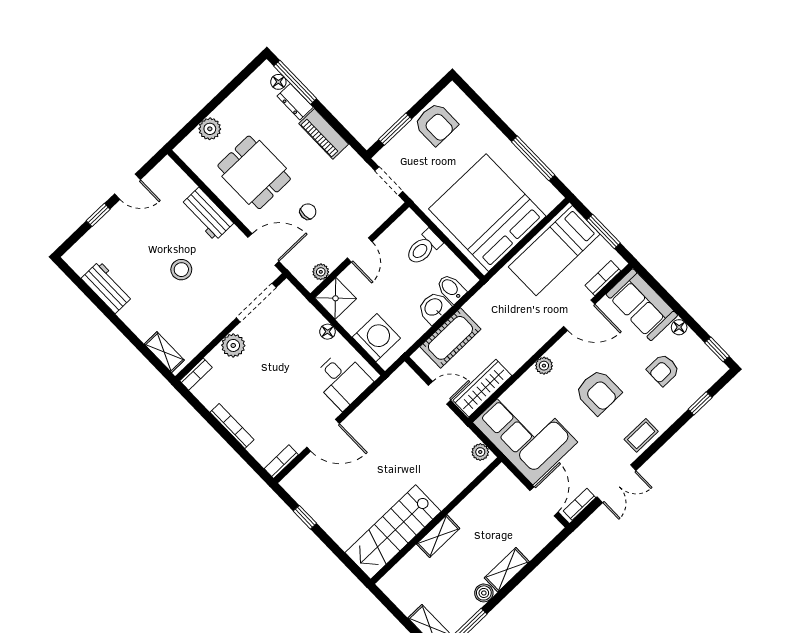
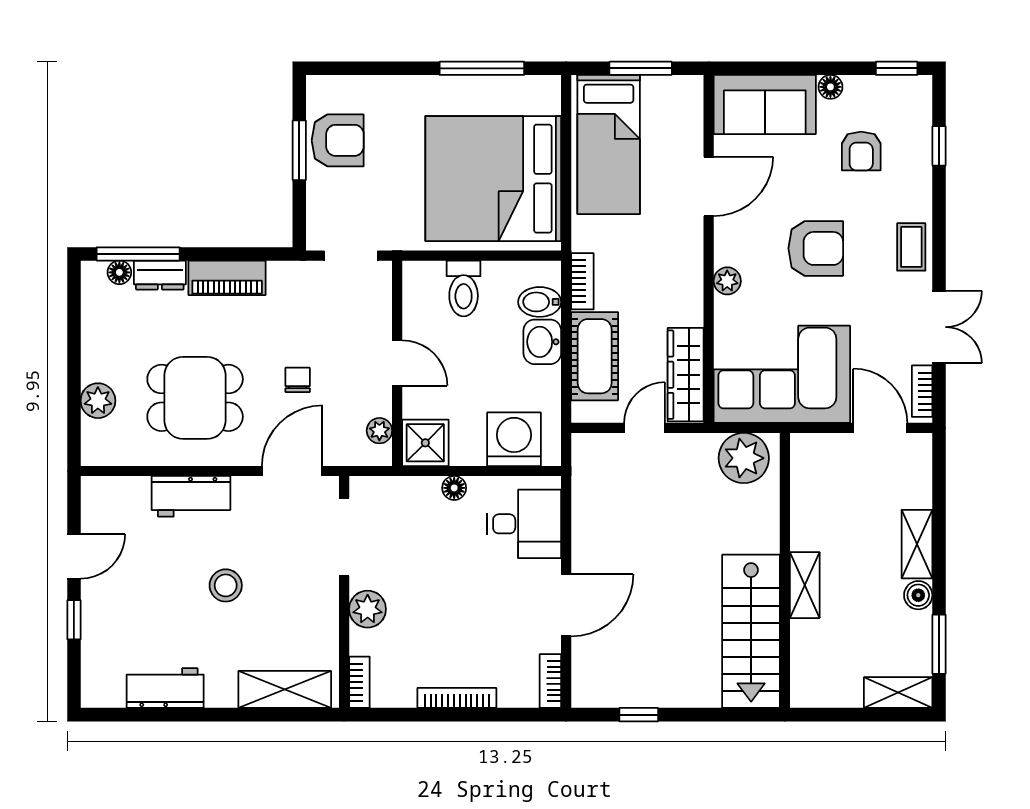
window: (395, 129) -> (299, 150), moved
bookcase: (603, 278) -> (582, 281), moved, turned 180
shelving: (164, 352) -> (285, 689), width x1.50, depth x1.33
plant: (480, 452) -> (744, 458), width x1.88, depth x1.88

